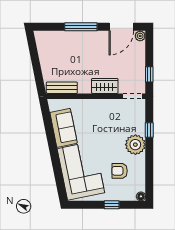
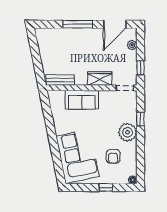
plant: (140, 36) -> (132, 45), moved
sofa: (64, 128) -> (82, 100), moved, turned 101
armchair: (120, 171) -> (113, 156), turned -90

